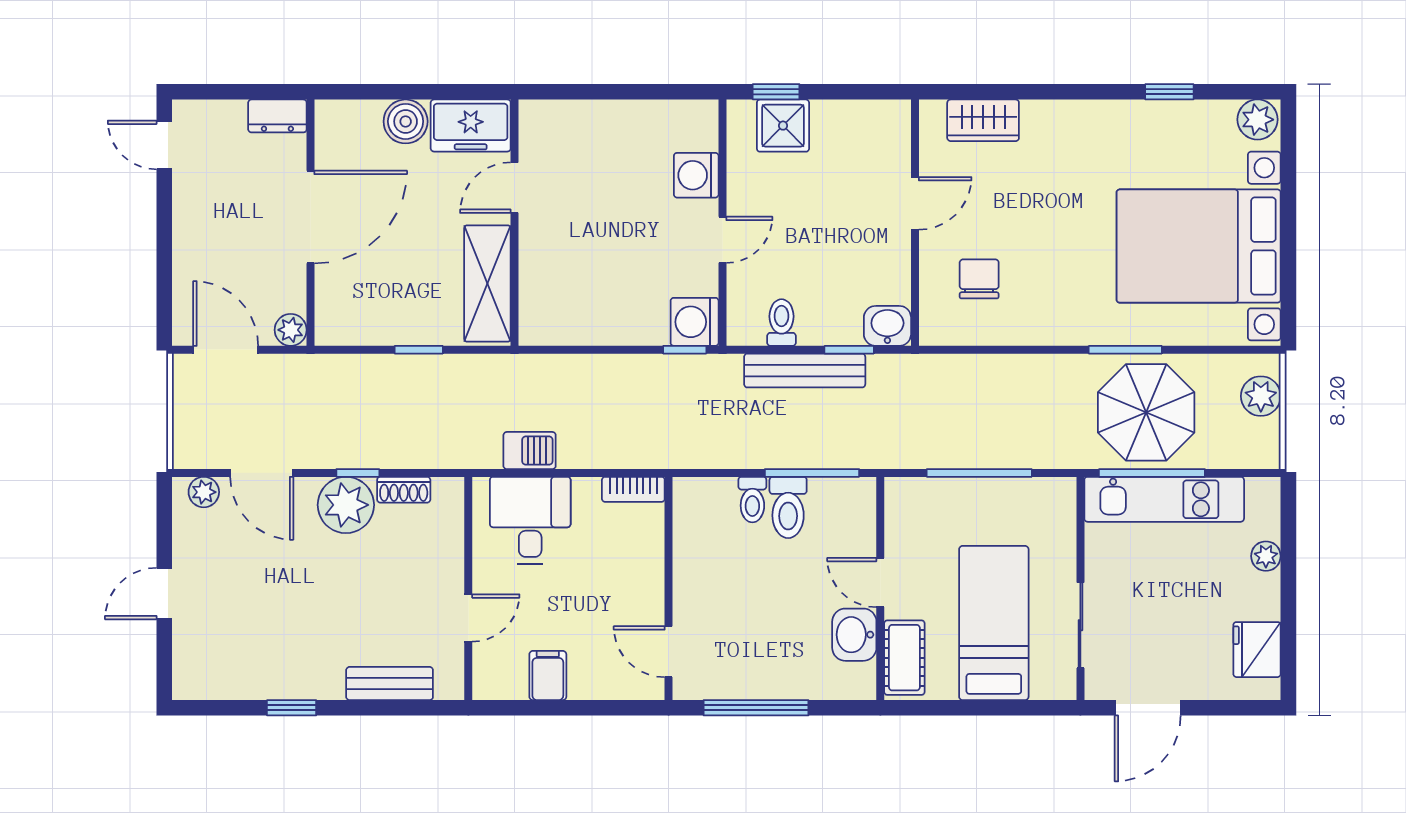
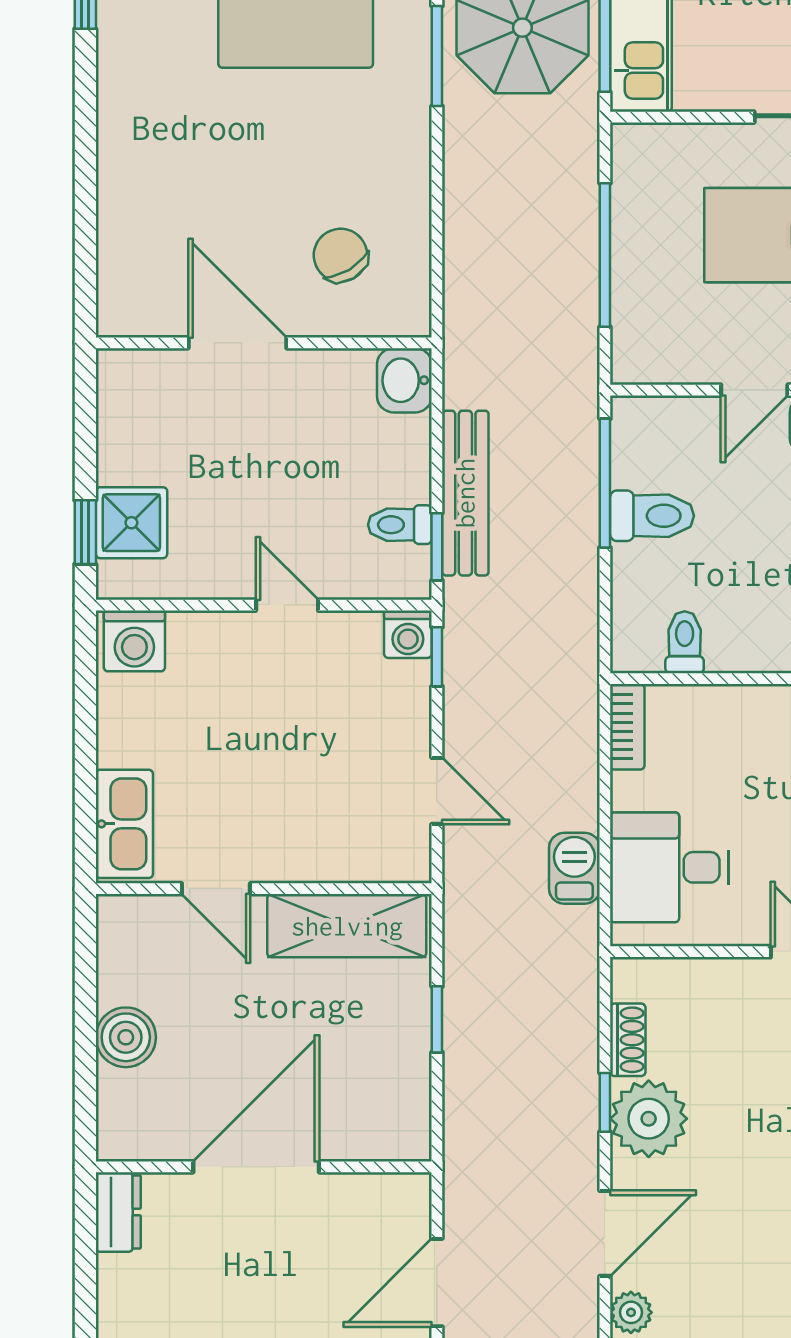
kitchen sink: (562, 120) -> (124, 824), added
wardrobe: (983, 120) -> (124, 250), removed
freezer: (471, 126) -> (131, 949), removed
washing machine: (696, 175) -> (134, 641), moved
door: (915, 203) -> (237, 343), width x1.38
door: (311, 217) -> (256, 1167), hinge flipped
chair: (979, 279) -> (341, 255), turned 59
washing machine: (695, 322) -> (408, 634), width x0.73, depth x0.73
plant: (291, 330) -> (410, 1194), removed
door: (586, 350) -> (437, 791), added
window: (849, 350) -> (437, 547), moved
toilet: (752, 500) -> (685, 642), moved, turned -90

